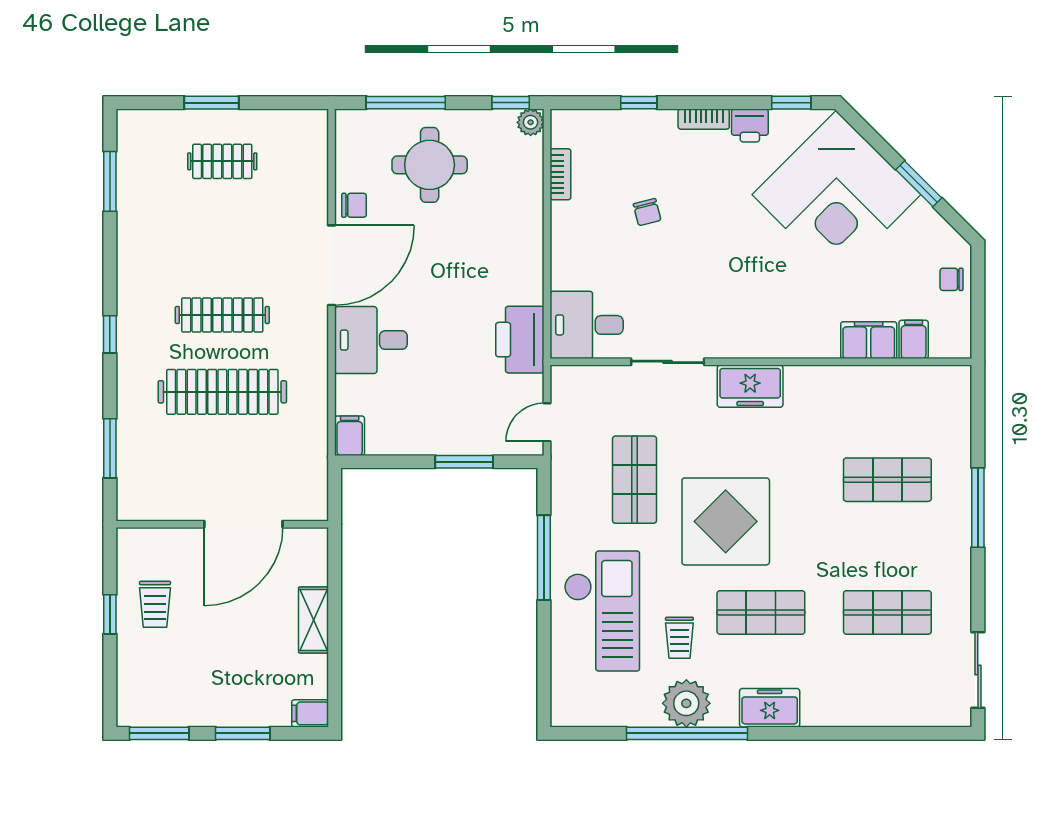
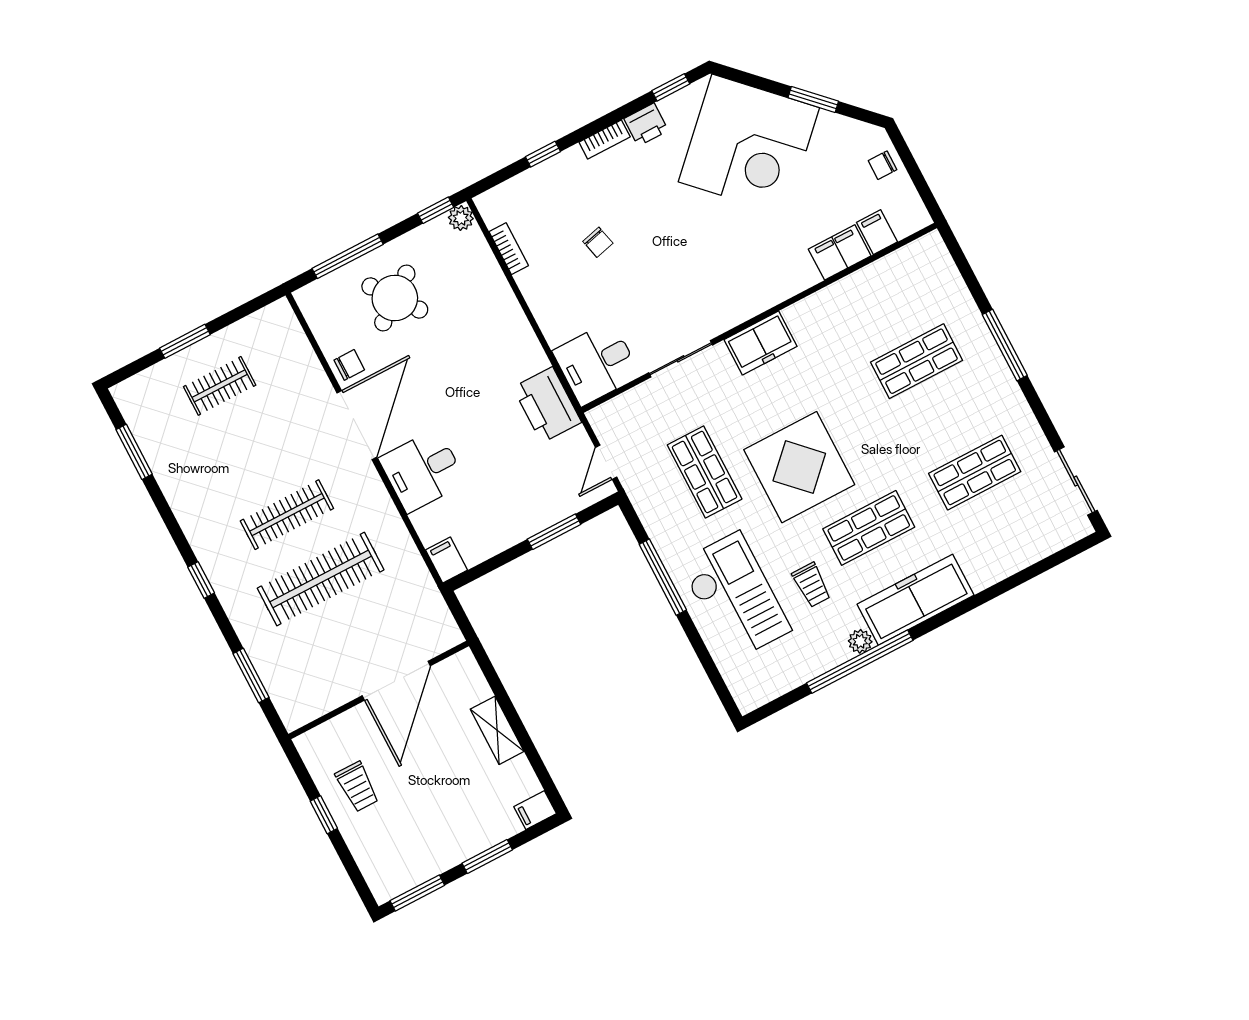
round table: (430, 165) -> (395, 298), turned -37
plant: (686, 703) -> (860, 641), width x0.53, depth x0.53
freezer: (770, 708) -> (916, 600), width x1.91, depth x1.26

